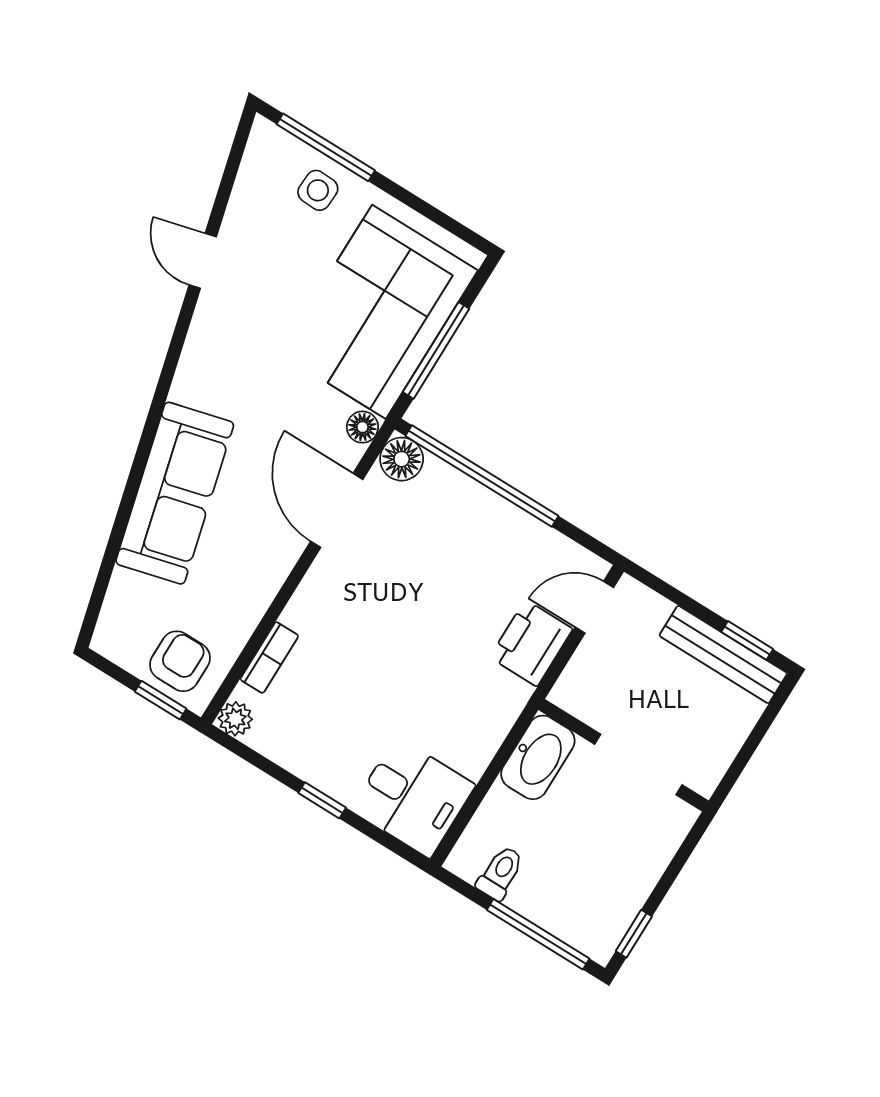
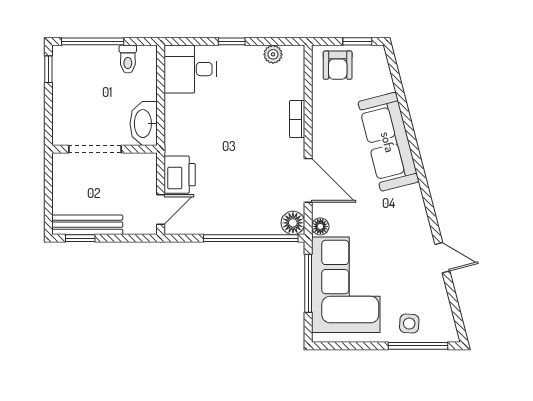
bookcase: (269, 658) -> (297, 119), moved
window: (161, 700) -> (357, 41), moved
plant: (235, 719) -> (273, 54), moved

